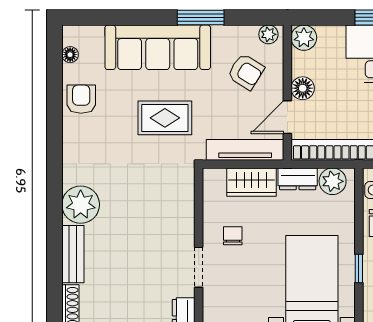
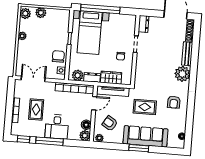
window: (201, 17) -> (139, 148), moved
floor lamp: (303, 88) -> (86, 125), moved
armchair: (81, 99) -> (174, 102), moved

